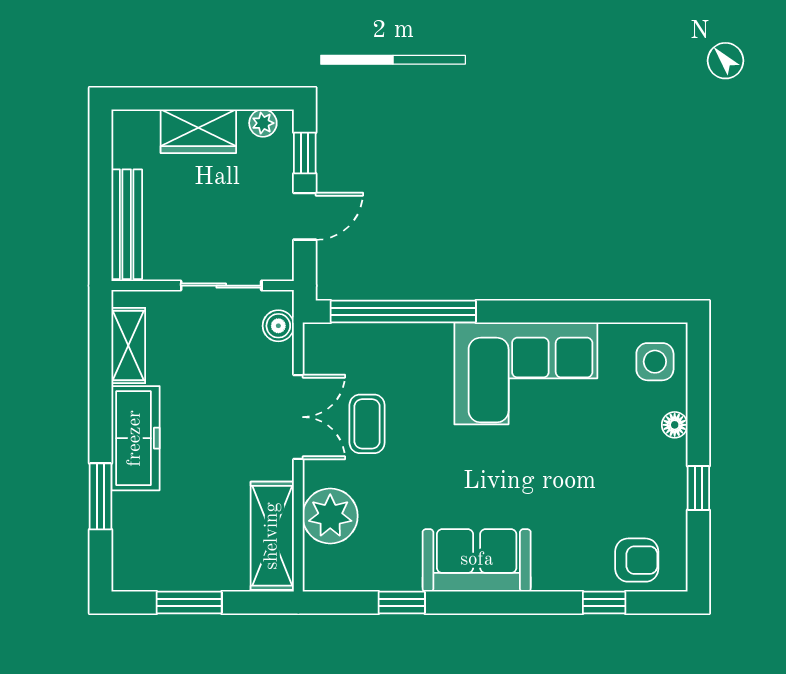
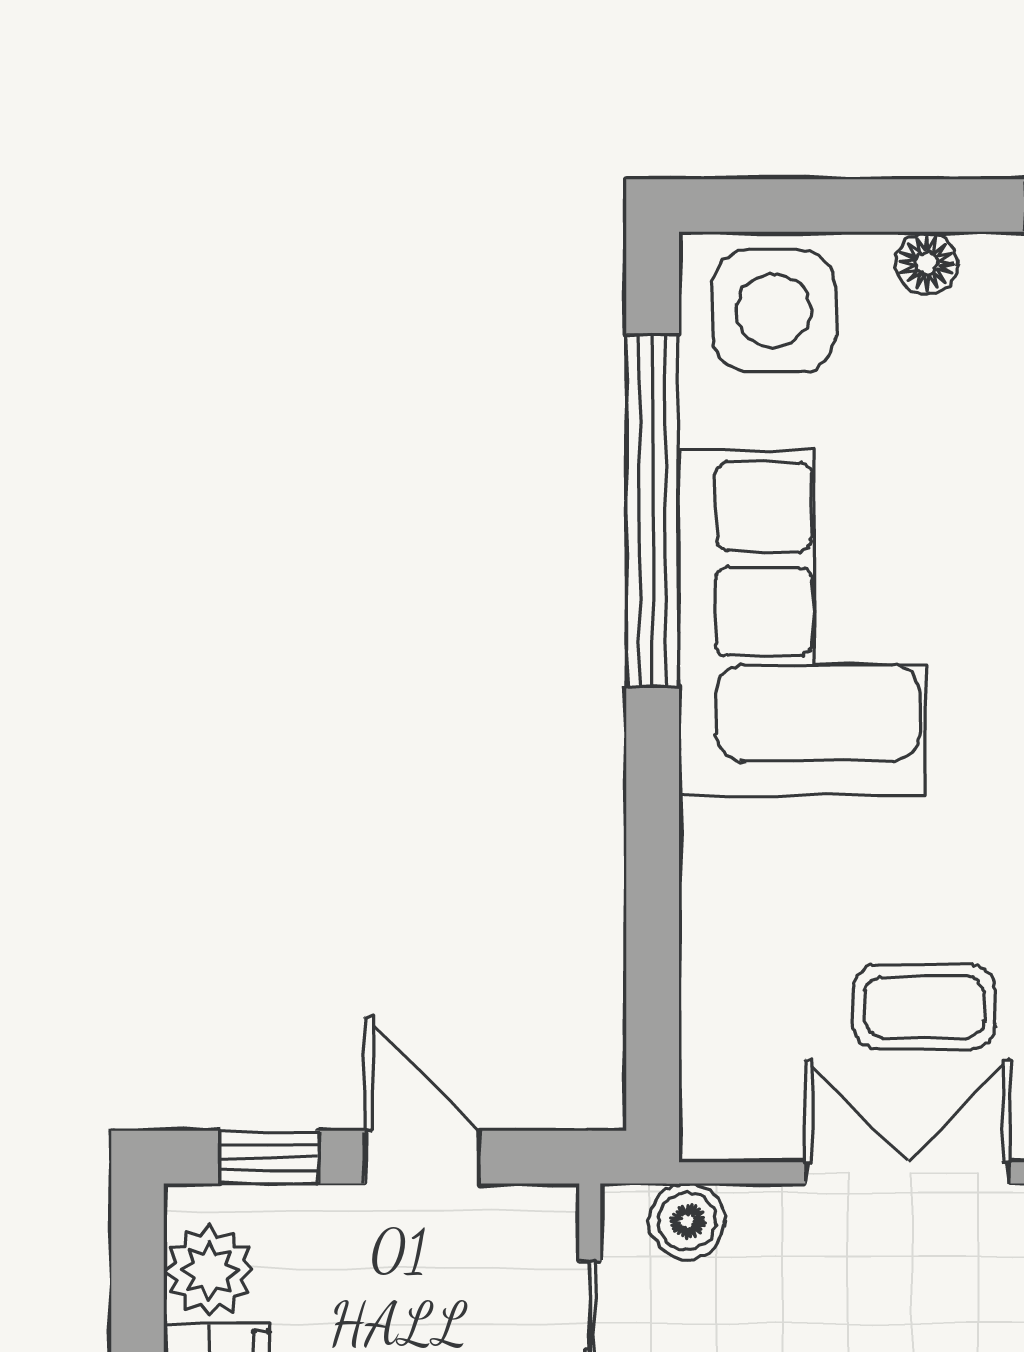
plant: (263, 123) -> (209, 1271), width x1.38, depth x1.38
window: (403, 312) -> (653, 511), moved
side table: (655, 362) -> (774, 311), width x1.37, depth x1.37

